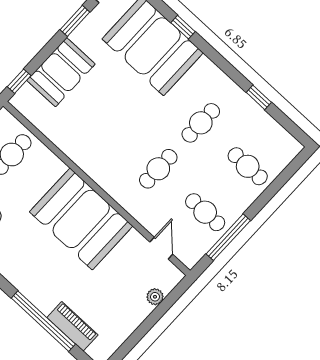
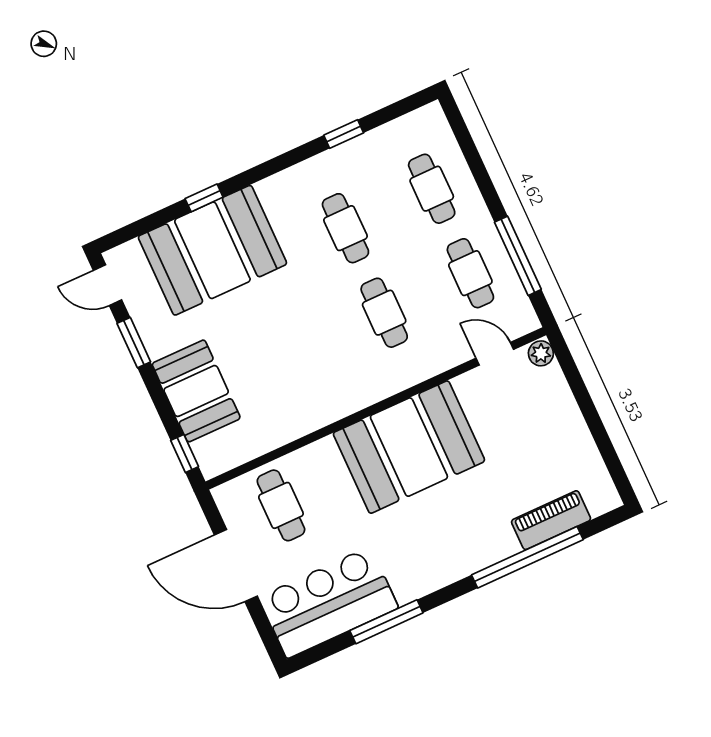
cafe table: (248, 166) -> (432, 189), turned 90
cafe table: (205, 212) -> (470, 273), turned 90
plant: (155, 297) -> (541, 353), moved

